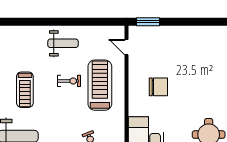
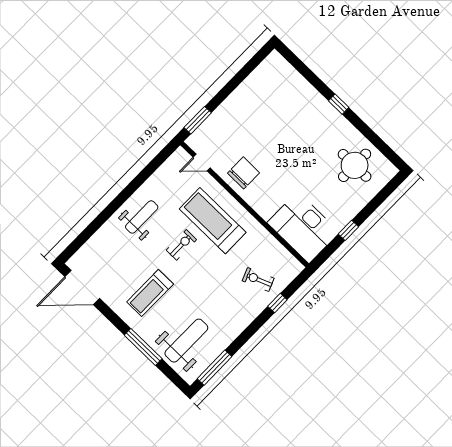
chair: (158, 87) -> (244, 173), moved
treadmill: (25, 90) -> (150, 293), turned 90

